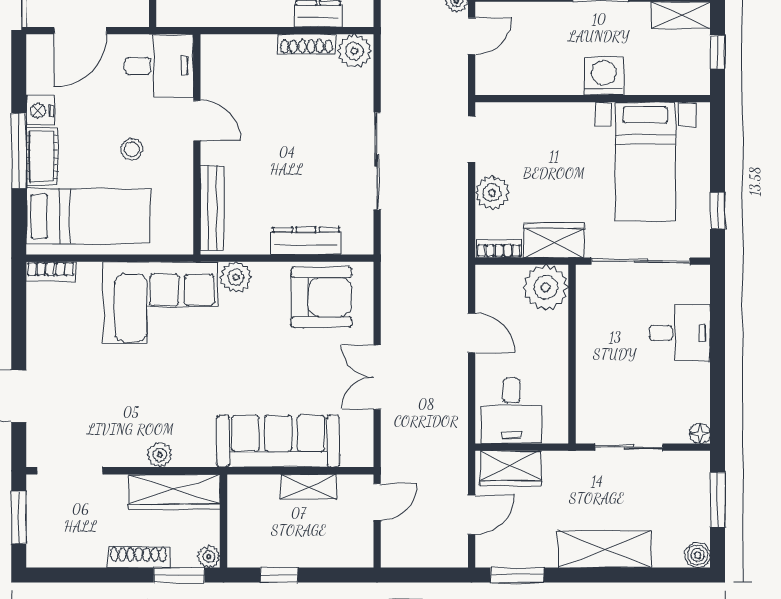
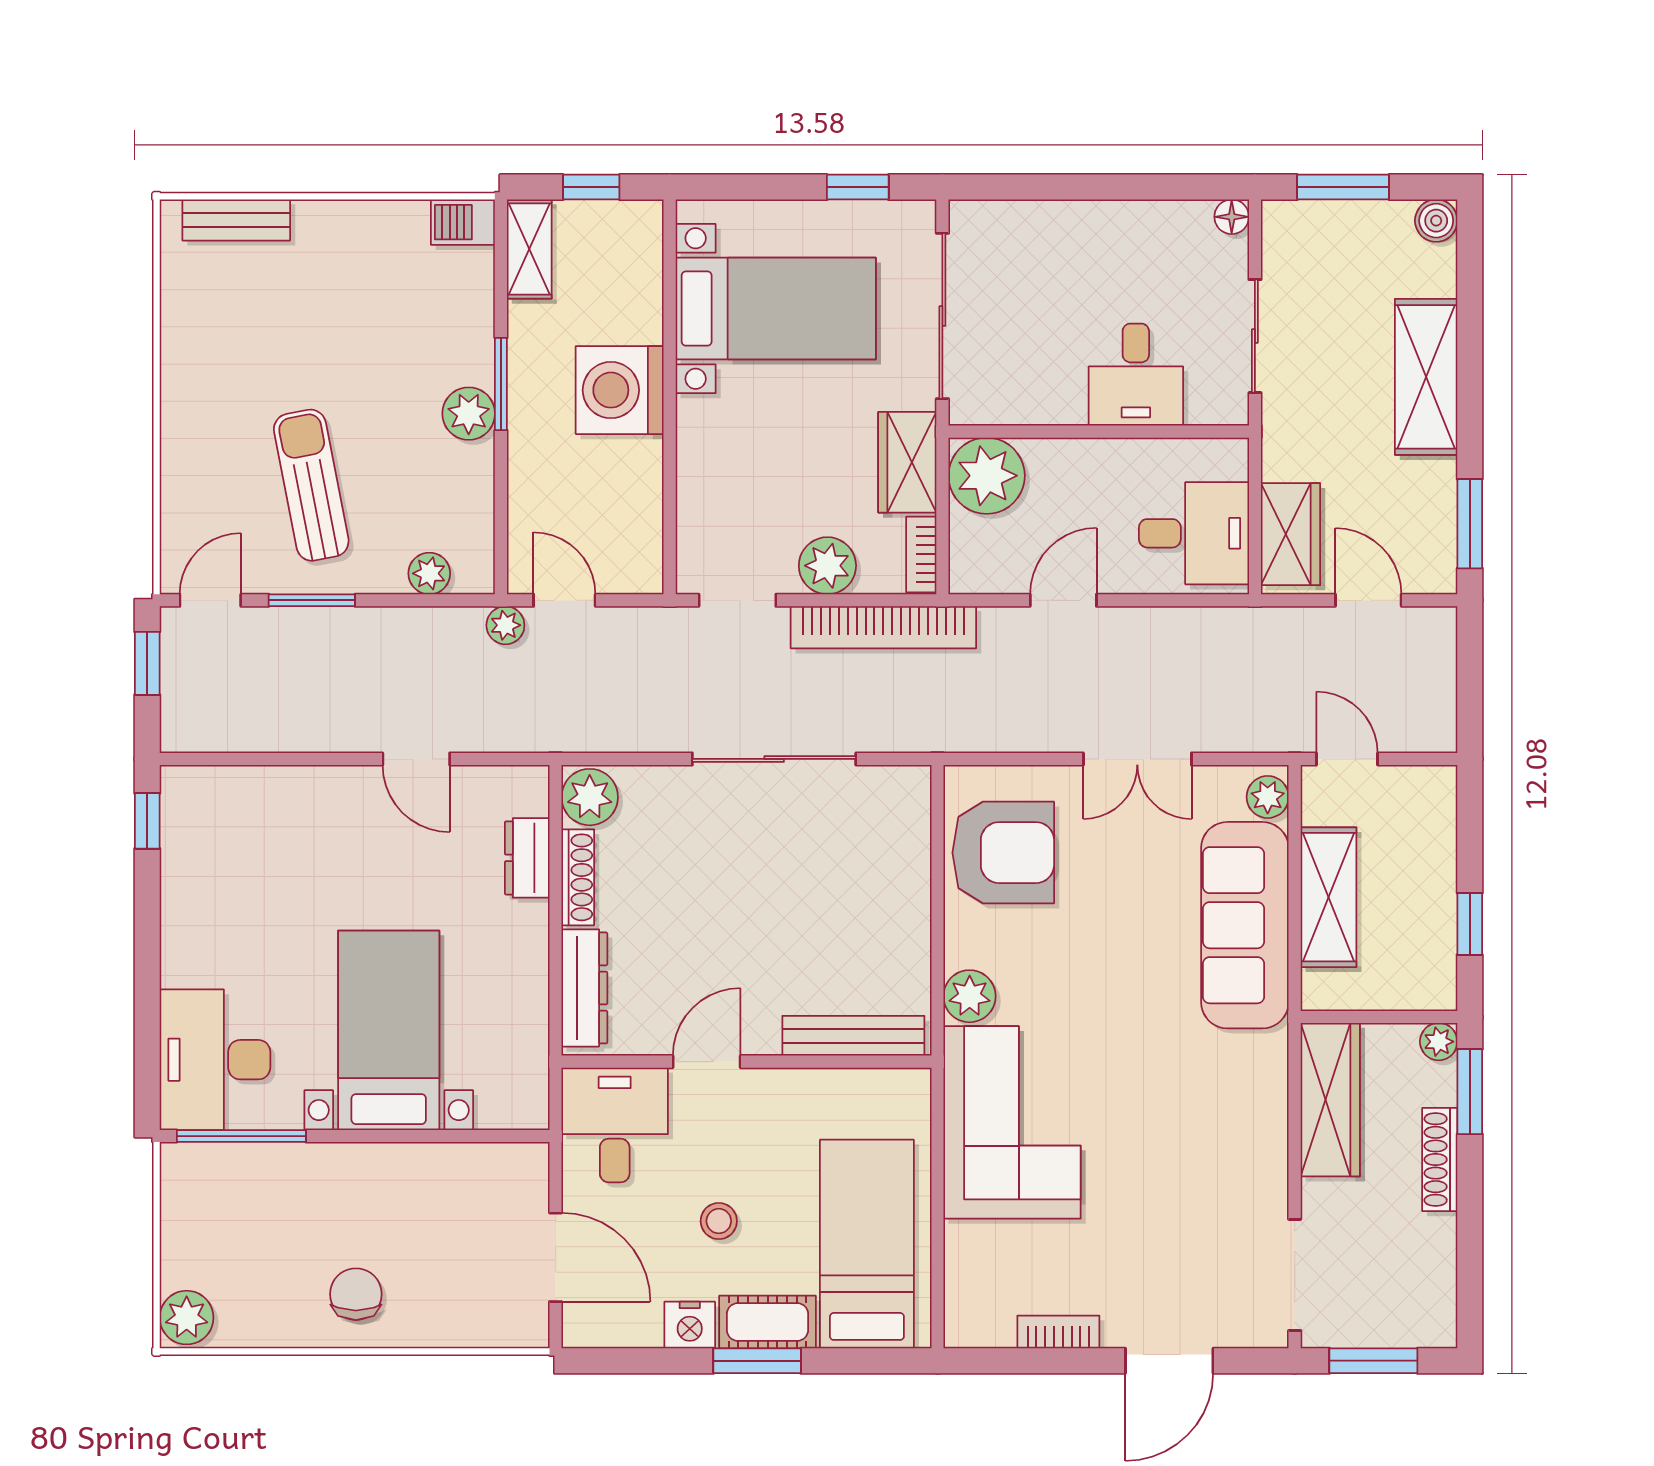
washing machine: (604, 76) -> (620, 390), width x1.37, depth x1.37
stool: (132, 149) -> (719, 1221), moved
window: (19, 151) -> (757, 1361), width x0.69
bookcase: (455, 226) -> (883, 627), added
dresser: (306, 241) -> (584, 988), moved, turned 180
bookcase: (51, 271) -> (1058, 1332), moved, turned -90
armchair: (321, 297) -> (1003, 853), turned 90
desk: (680, 333) -> (1136, 375), moved, turned 180
plant: (160, 455) -> (1268, 797), moved
shelving: (309, 487) -> (1329, 897), width x1.50, depth x1.33

